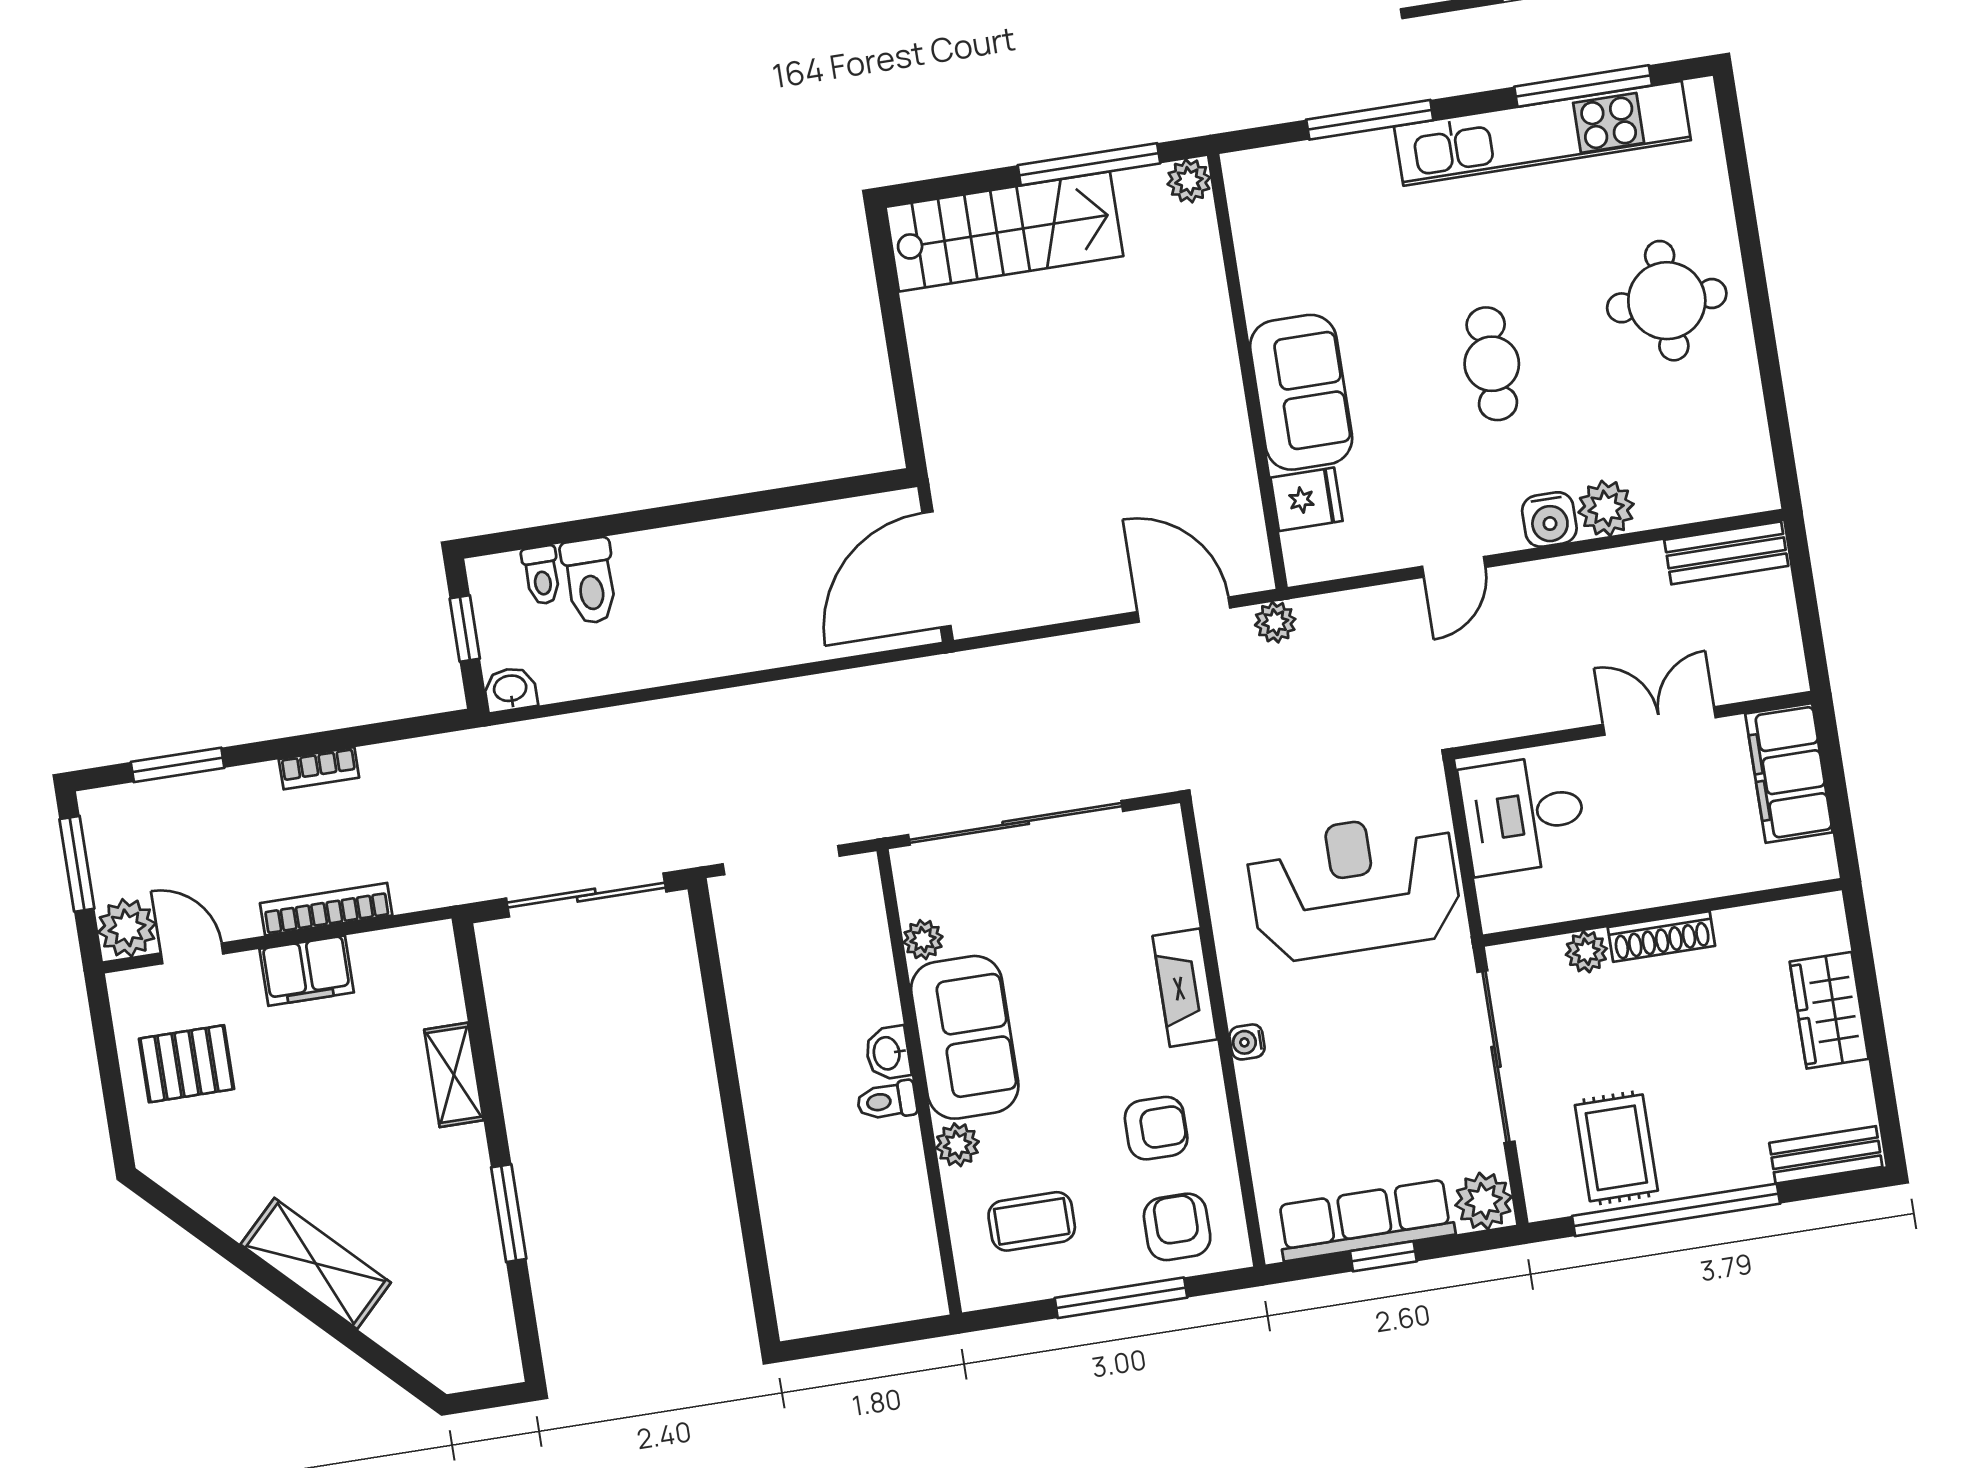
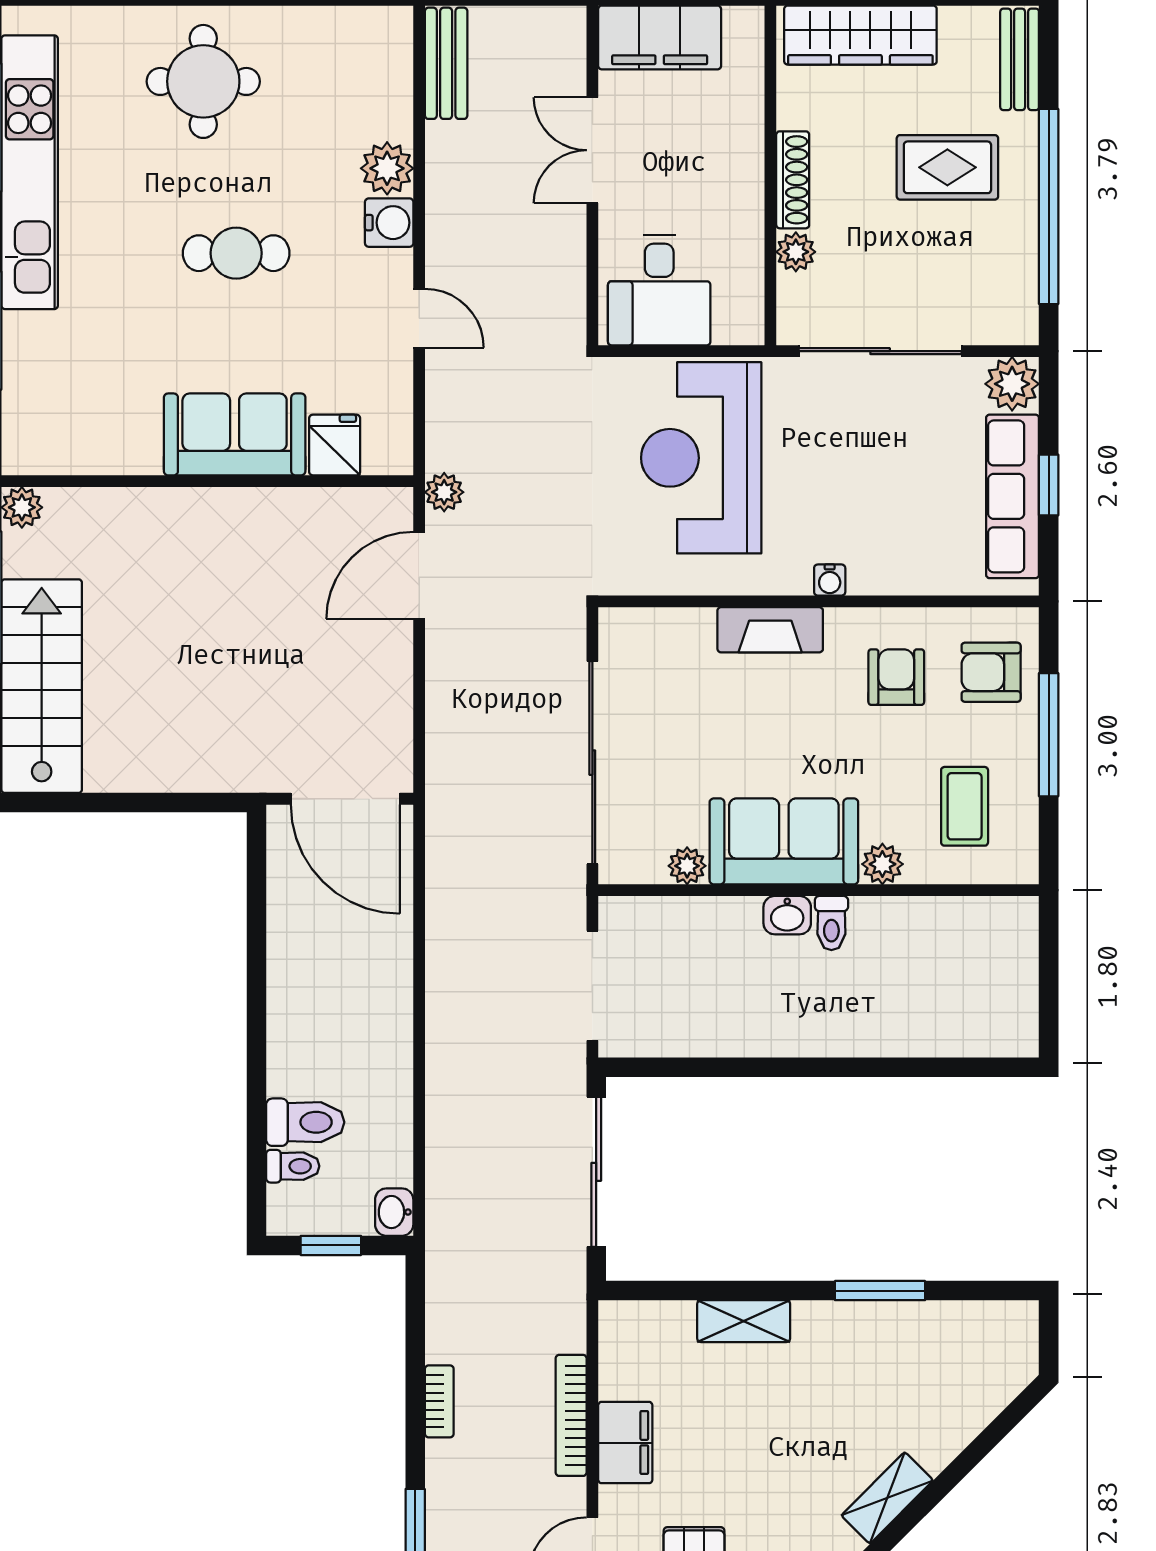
wardrobe: (1829, 1010) -> (860, 35), width x1.50
rug: (1616, 1148) -> (947, 167), moved
shelving: (316, 1264) -> (887, 1498), width x0.67, depth x0.75

